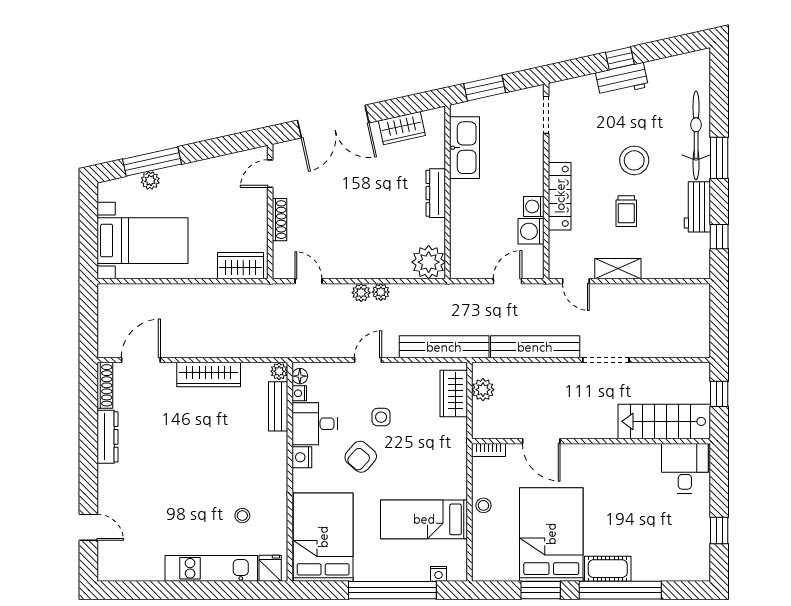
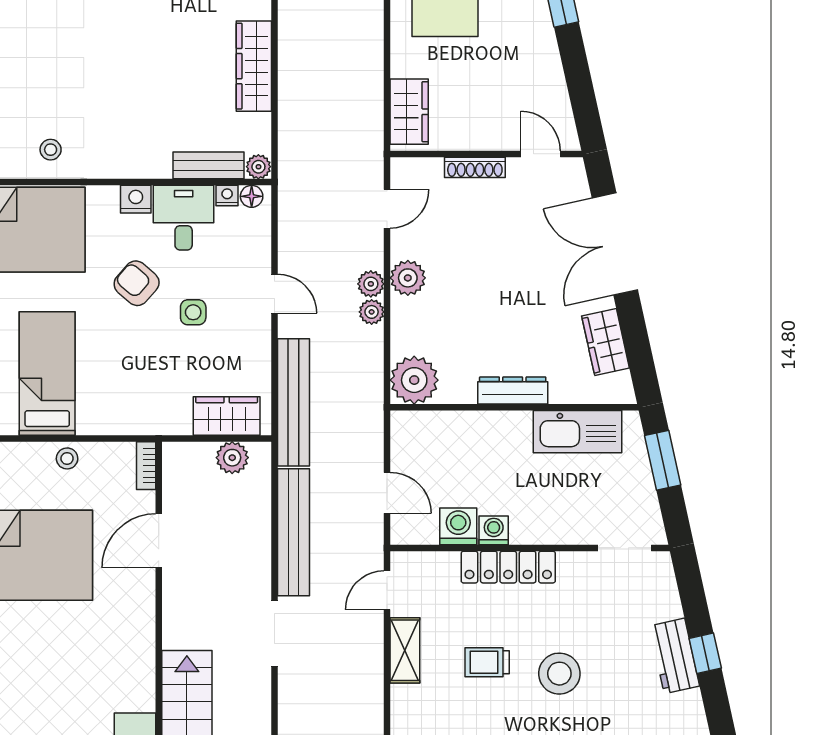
plant: (357, 267) -> (408, 278), added
stool: (242, 516) -> (51, 150), moved

